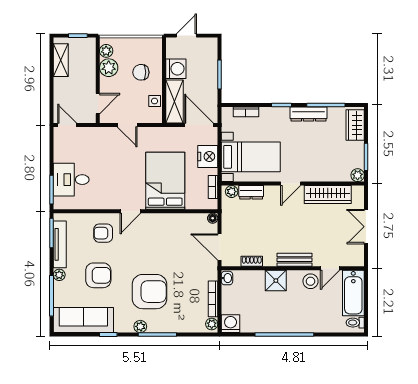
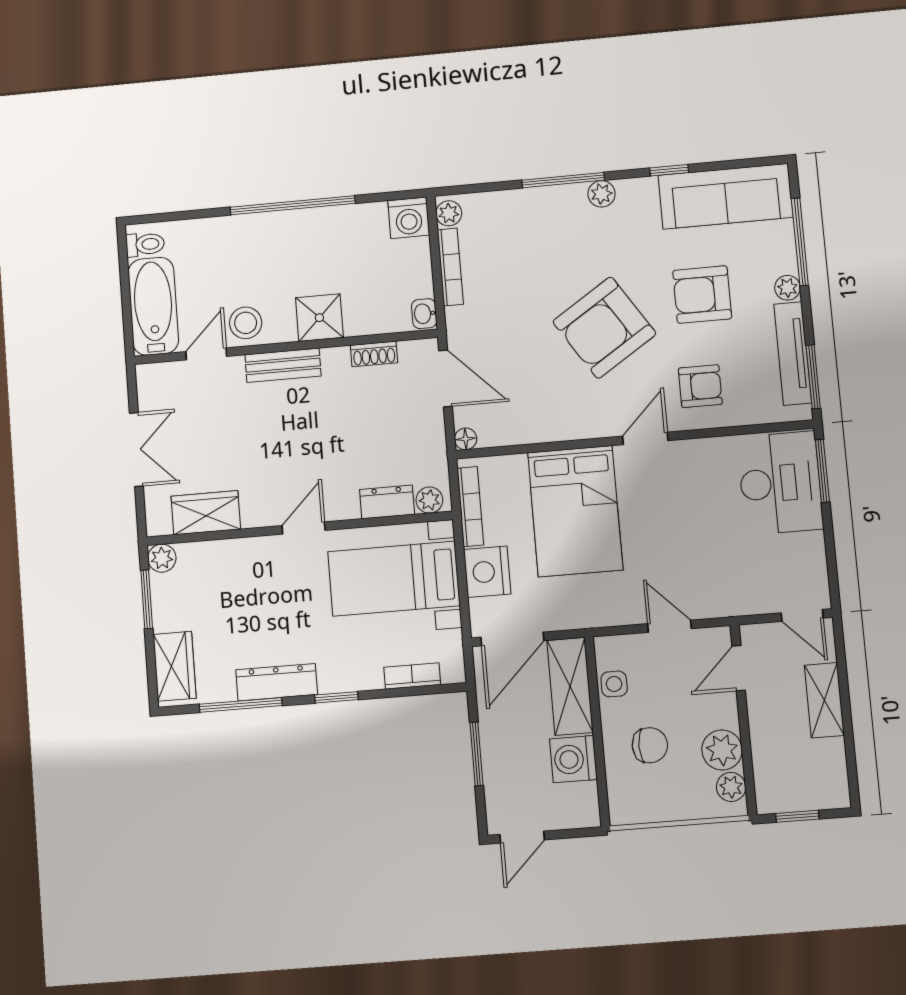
door: (186, 36) -> (522, 837), moved
shelving: (61, 60) -> (824, 700), moved
door: (199, 125) -> (512, 639), hinge flipped
desk: (71, 180) -> (780, 483), width x1.37
bookcase: (213, 187) -> (470, 507), width x1.56
wardrobe: (328, 194) -> (206, 513), width x0.67
armchair: (149, 292) -> (604, 328), moved, turned -33

